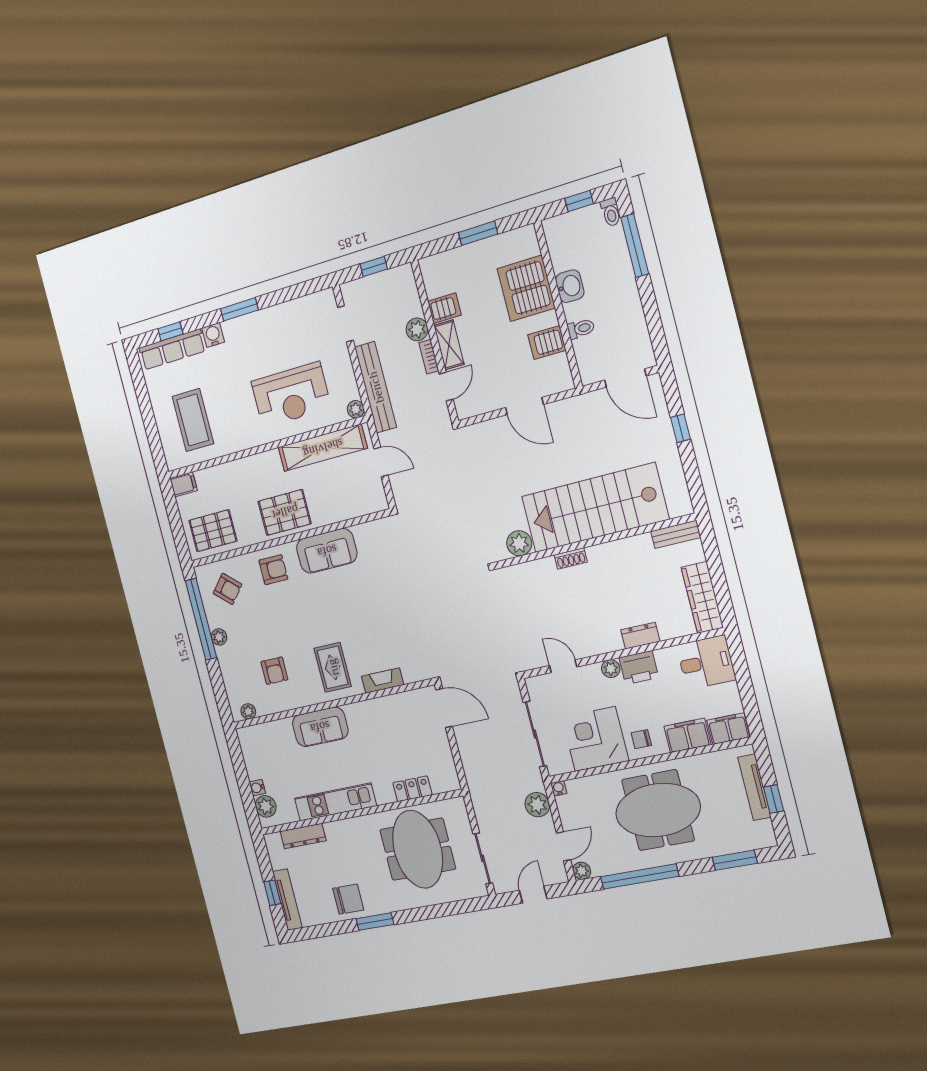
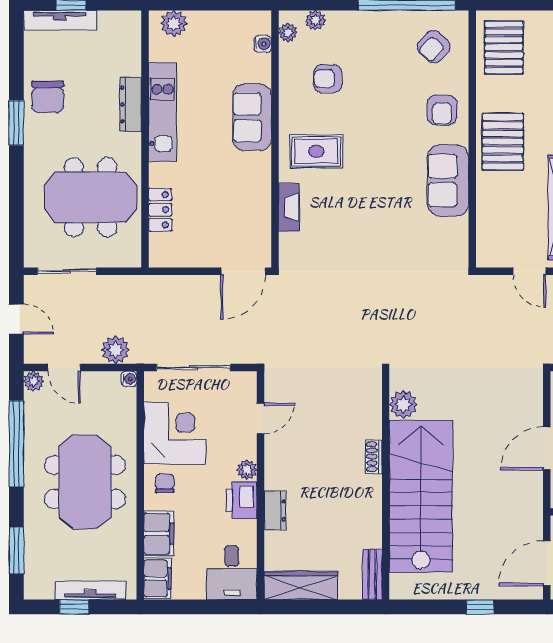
door: (381, 462) -> (529, 271), hinge flipped
plant: (219, 637) -> (315, 20), moved
water cooler: (257, 788) -> (263, 44), moved, turned 90
dresser: (303, 836) -> (131, 104), moved

